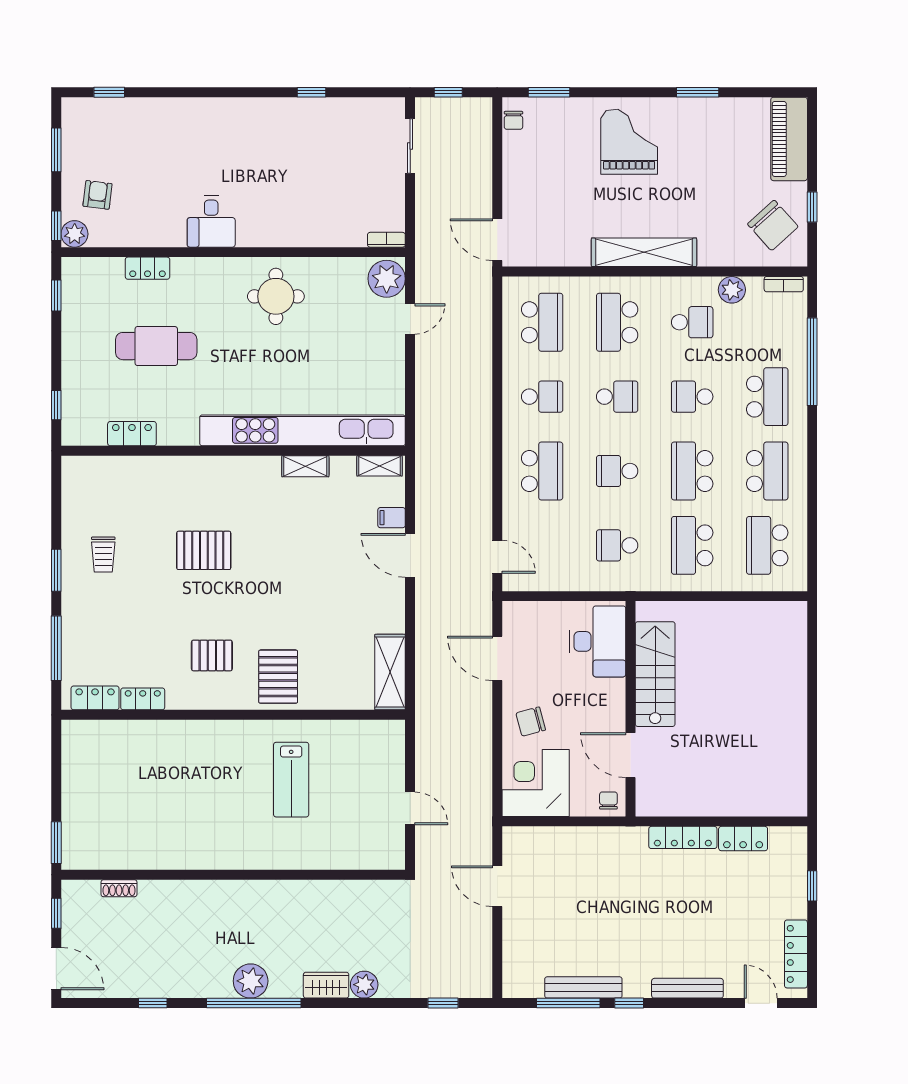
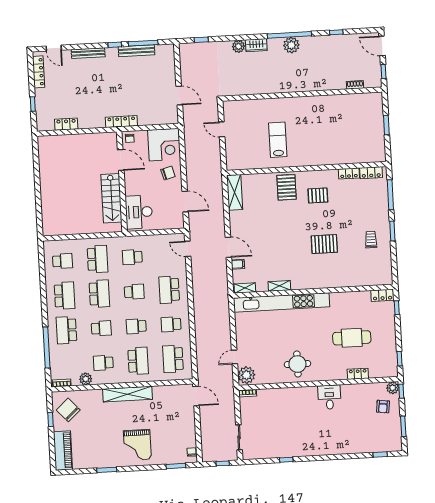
locker: (132, 434) -> (382, 295), moved
school desk: (767, 471) -> (64, 296), turned 180
school desk: (617, 545) -> (132, 257), turned 180
school desk: (767, 545) -> (63, 261), width x0.54
locker: (683, 837) -> (121, 122), moved
window: (56, 843) -> (386, 125), moved

